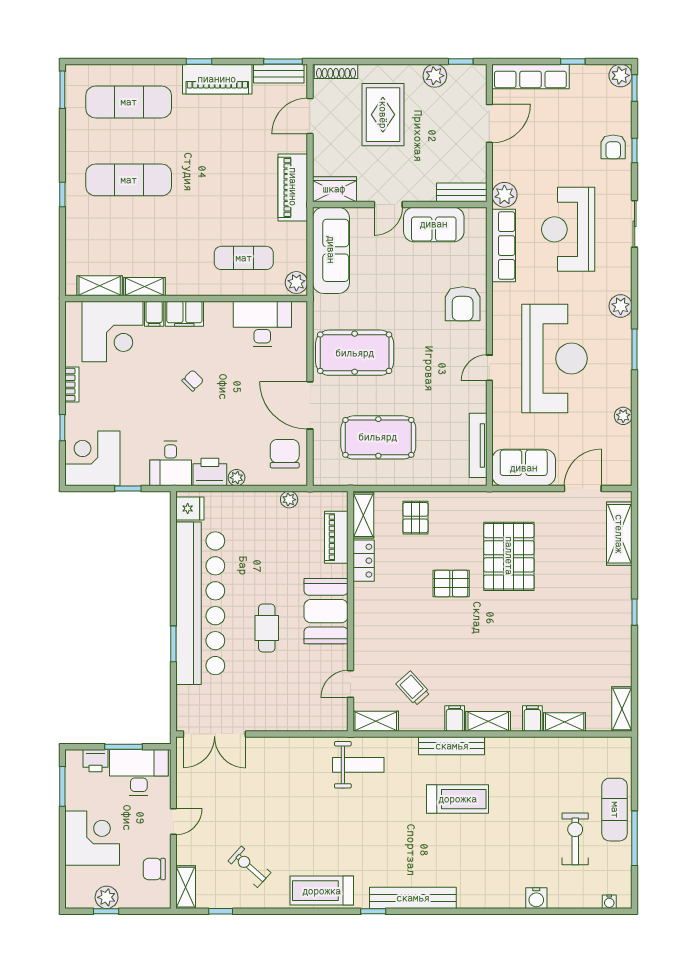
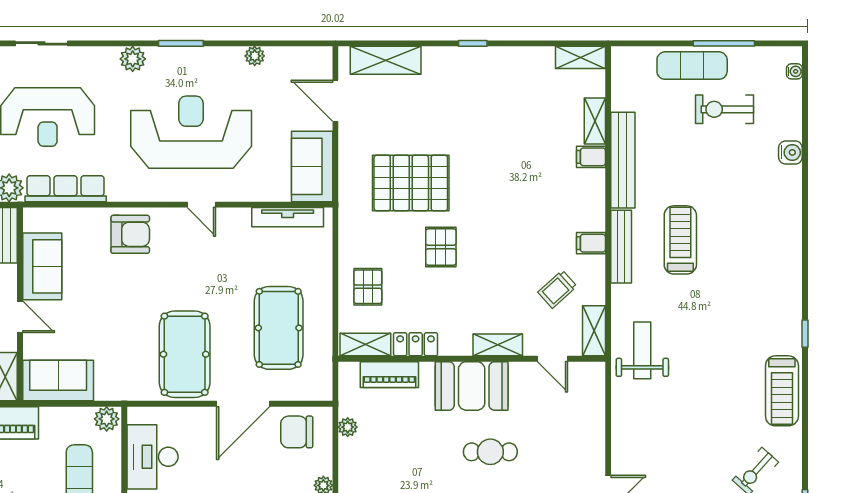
sofa: (331, 250) -> (58, 381), width x0.73
pallet: (415, 518) -> (368, 287), turned 90
shelving: (488, 721) -> (498, 345), moved, turned 90
bench: (413, 898) -> (623, 160), moved

